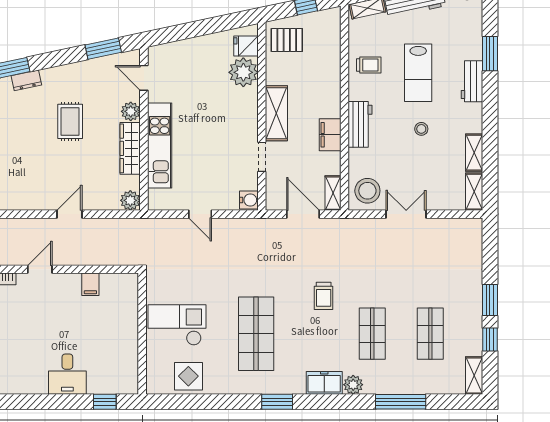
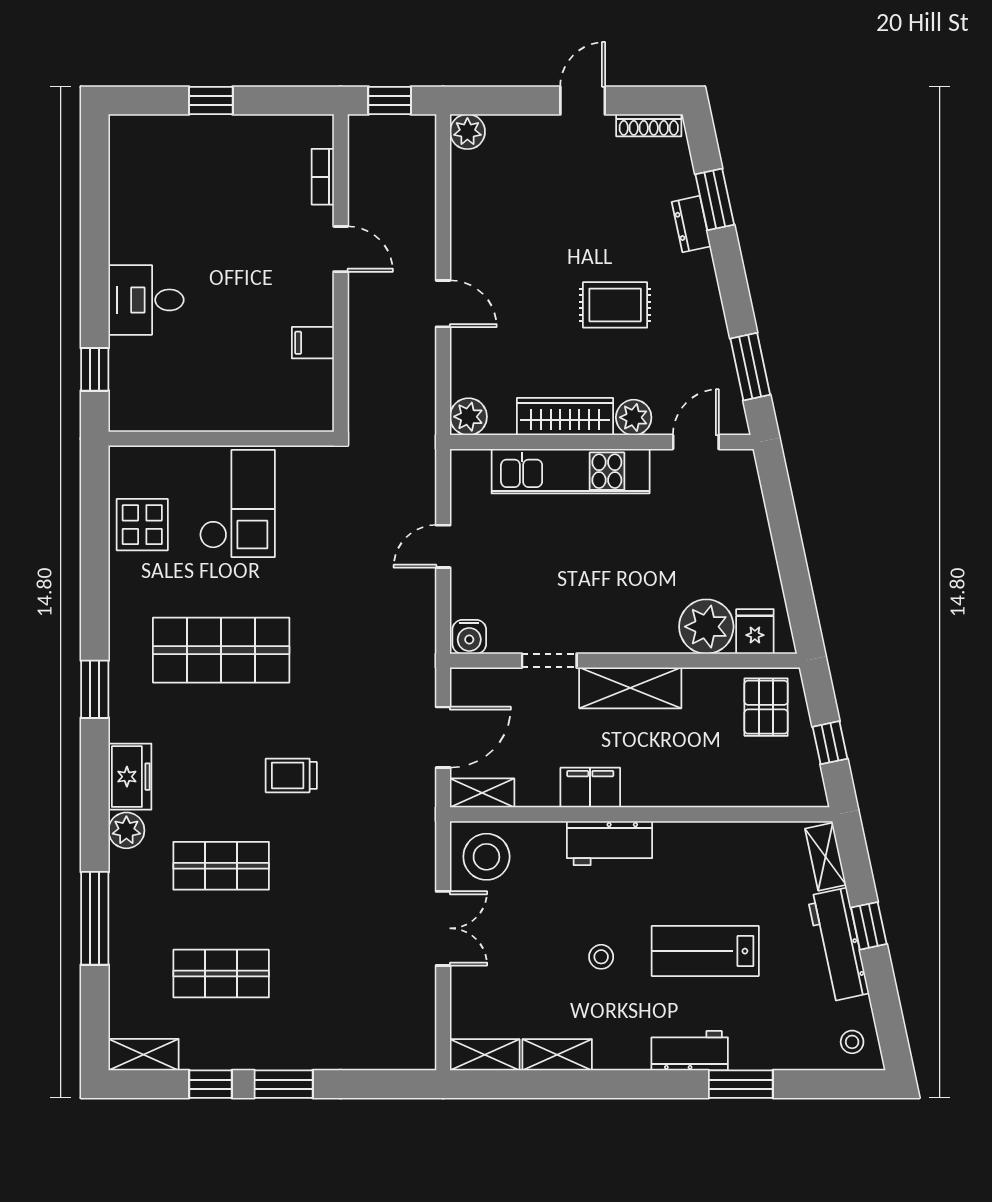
trolley: (369, 65) -> (720, 859), removed

